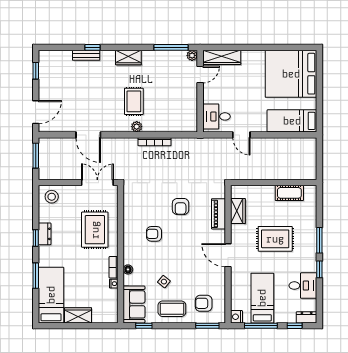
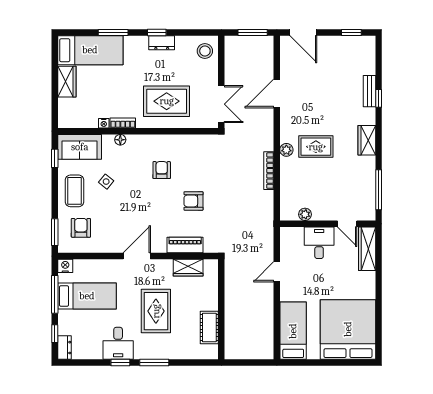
plant: (192, 55) -> (305, 214), moved
desk: (216, 116) -> (319, 243), moved
desk: (303, 286) -> (118, 343), moved

